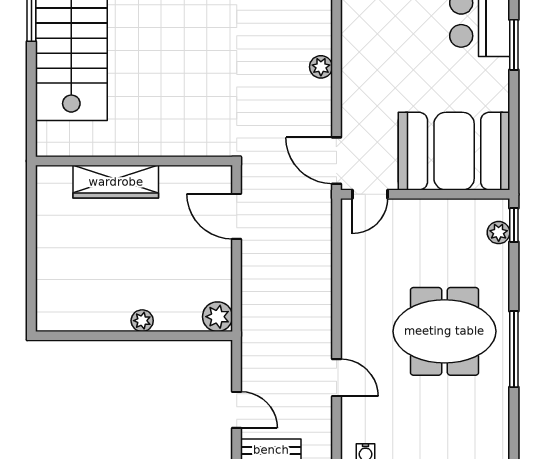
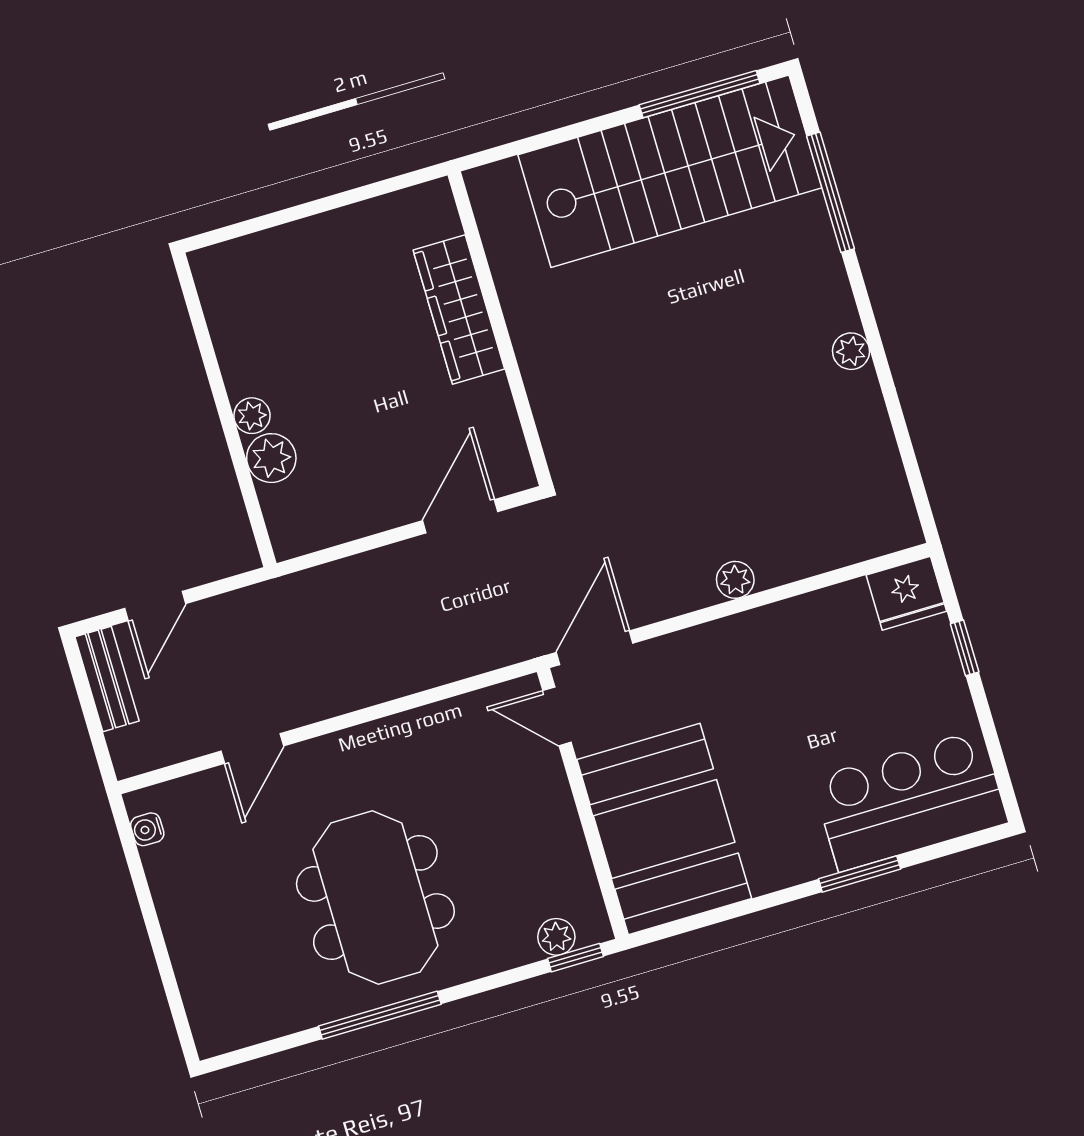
plant: (218, 317) -> (271, 458), moved

